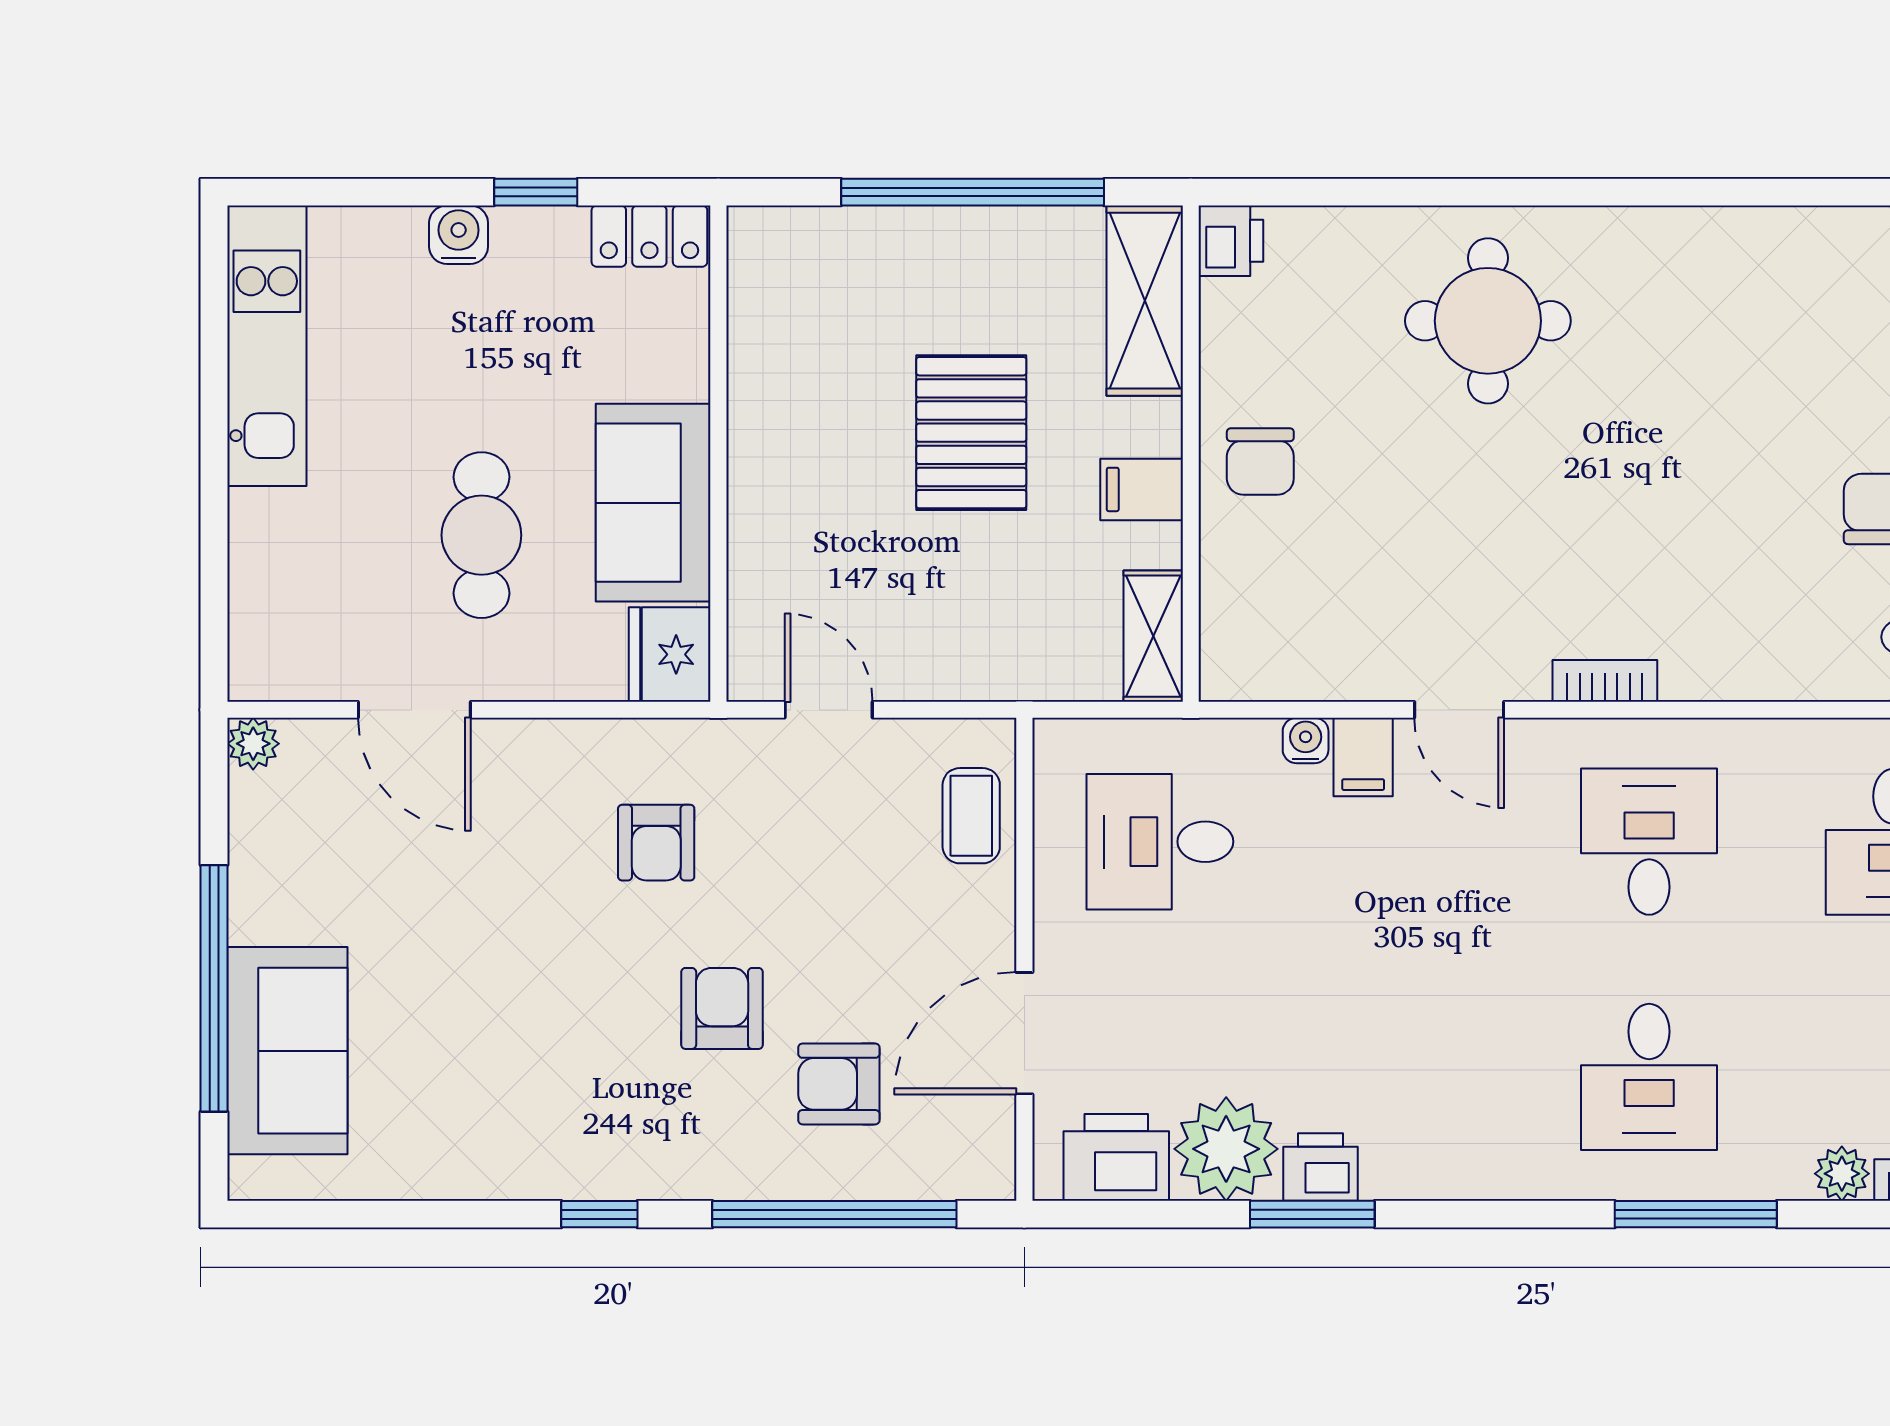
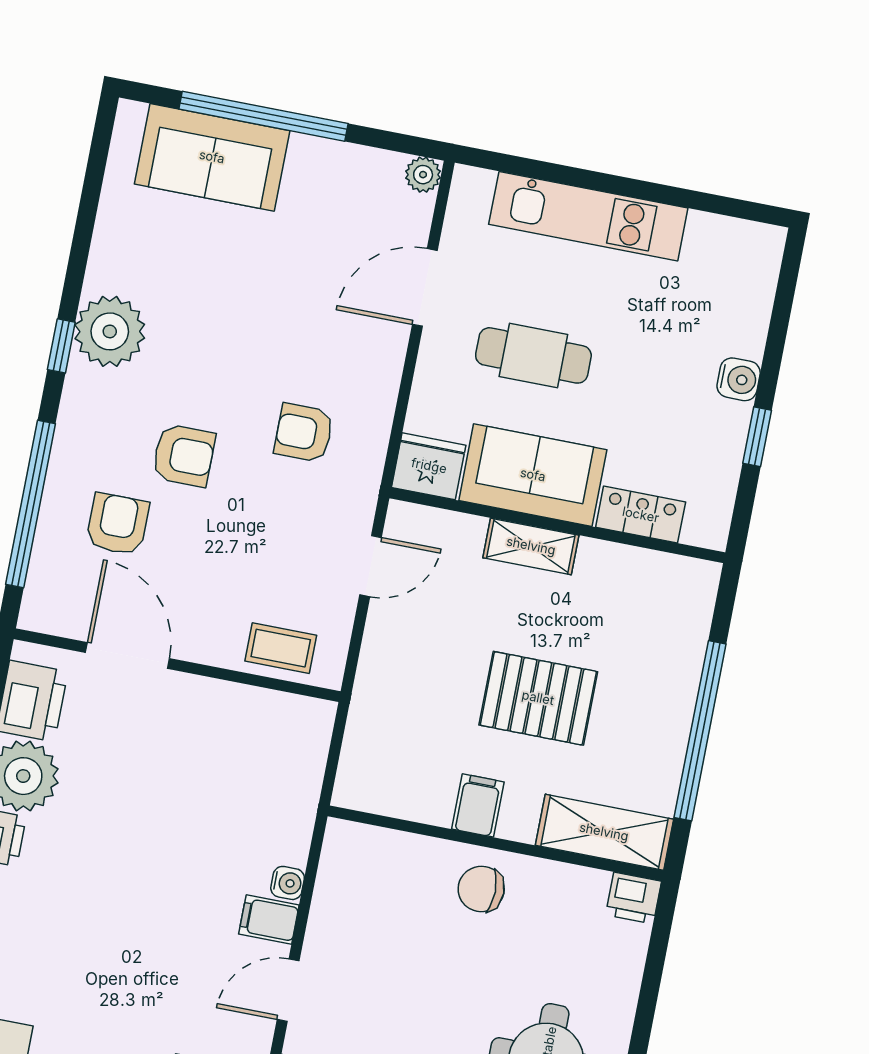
locker: (649, 236) -> (641, 515), moved, turned 90
kitchen unit: (267, 346) -> (588, 216), moved
shelving: (1153, 636) -> (531, 546), moved
desk: (1160, 842) -> (239, 772), removed
plant: (565, 1149) -> (110, 331), added

